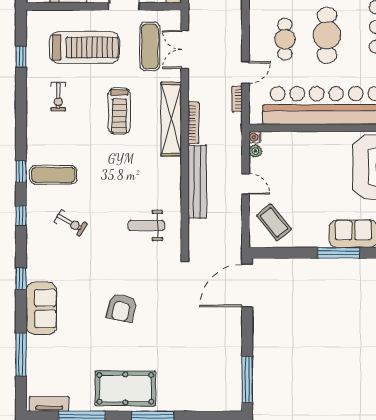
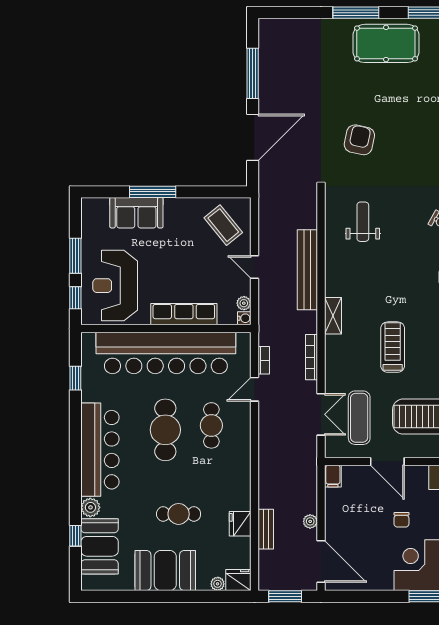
shelving: (171, 119) -> (333, 316), width x0.45, depth x0.75
bookcase: (193, 123) -> (311, 357), moved
row of seats: (310, 141) -> (184, 314), added
weight bench: (146, 225) -> (363, 222), turned -90
door: (247, 286) -> (253, 137), moved
armchair: (122, 308) -> (359, 140), moved
window: (247, 380) -> (253, 73), moved

